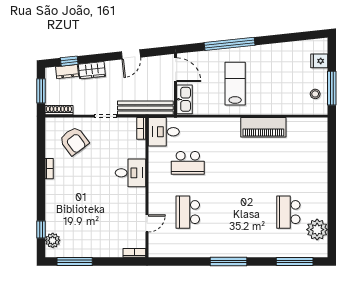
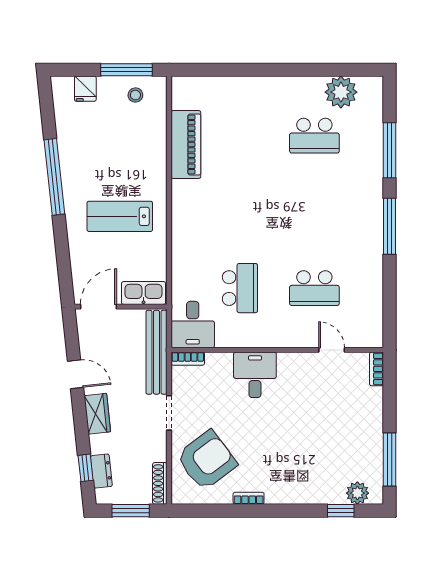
window: (230, 44) -> (54, 177), moved
wardrobe: (92, 70) -> (97, 414), moved
piano: (263, 127) -> (186, 144), moved
armchair: (74, 141) -> (207, 460), width x1.36, depth x1.36
window: (295, 262) -> (389, 150), moved

